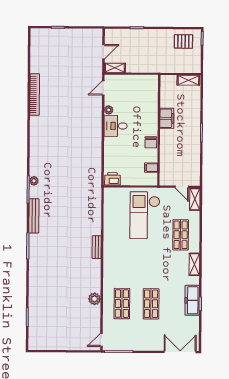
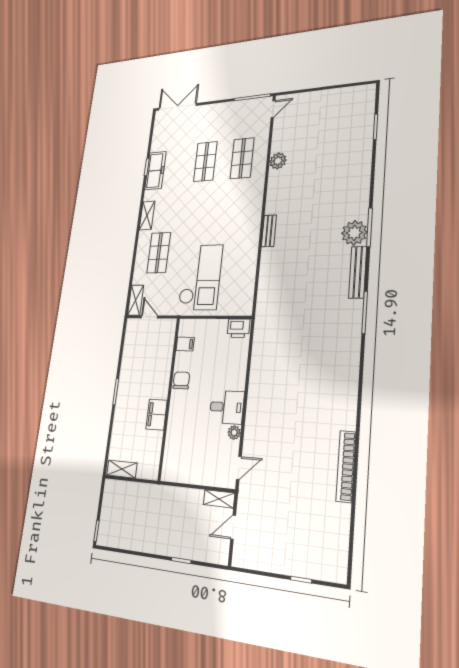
pallet: (183, 41) -> (121, 529), removed
plant: (34, 181) -> (354, 233), moved, width x1.88, depth x1.88
double door: (180, 352) -> (177, 107), swing flipped

